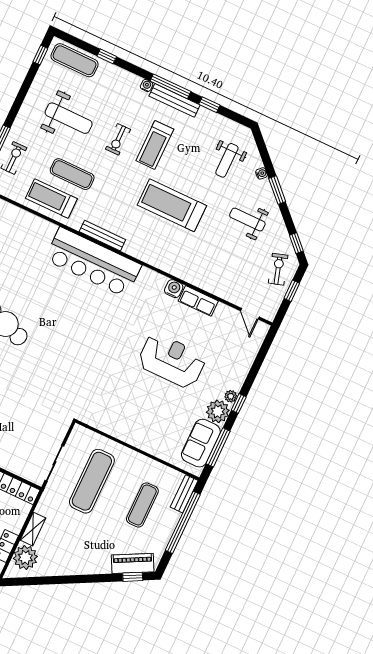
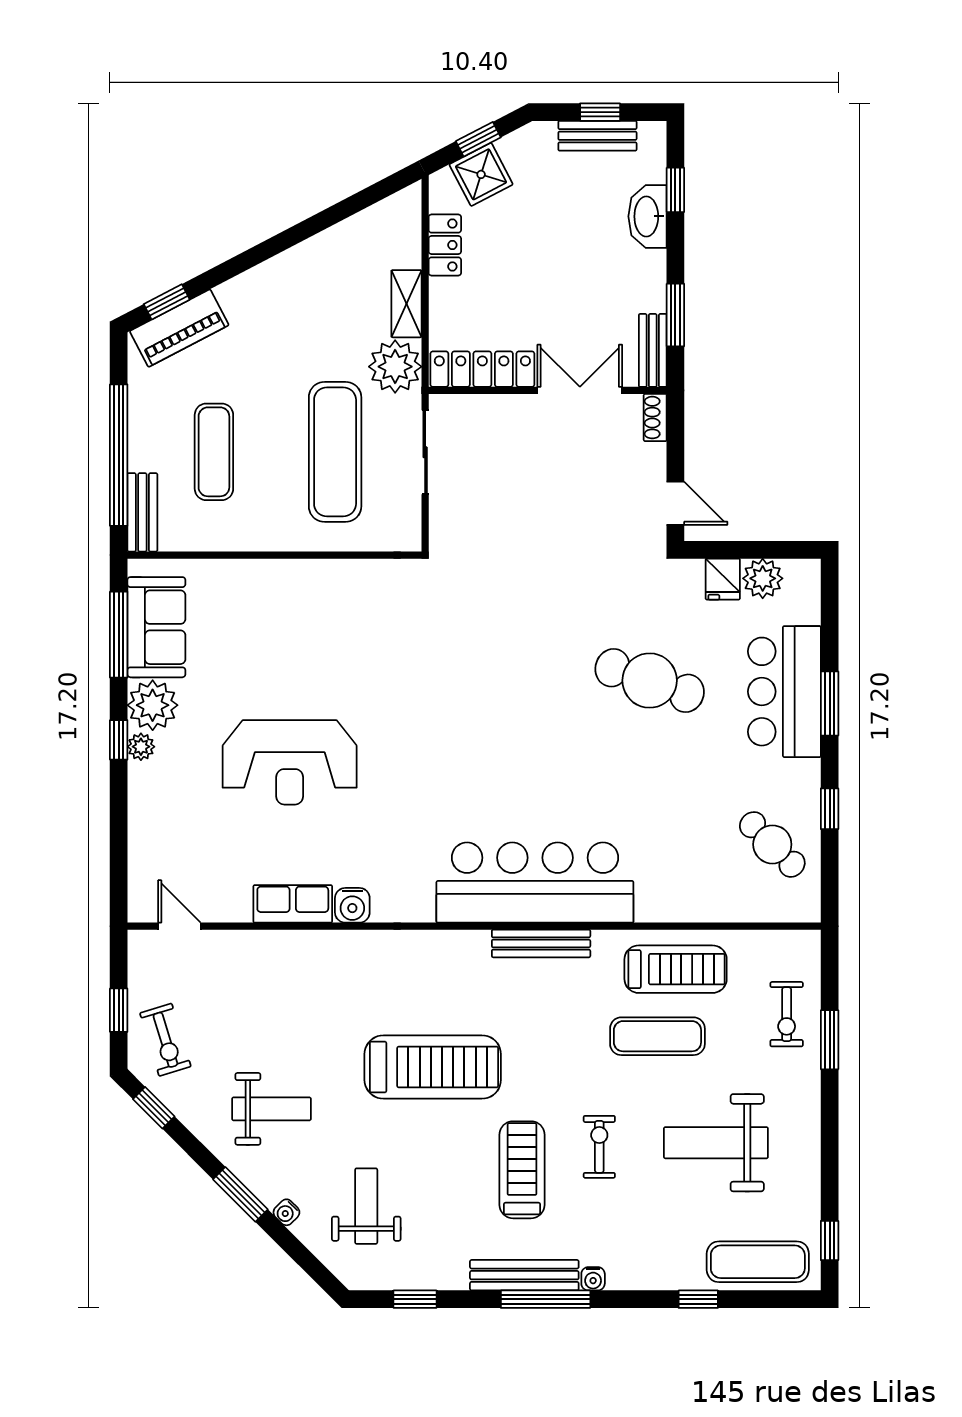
window: (209, 105) -> (415, 1299), moved
plant: (25, 557) -> (395, 367), moved

